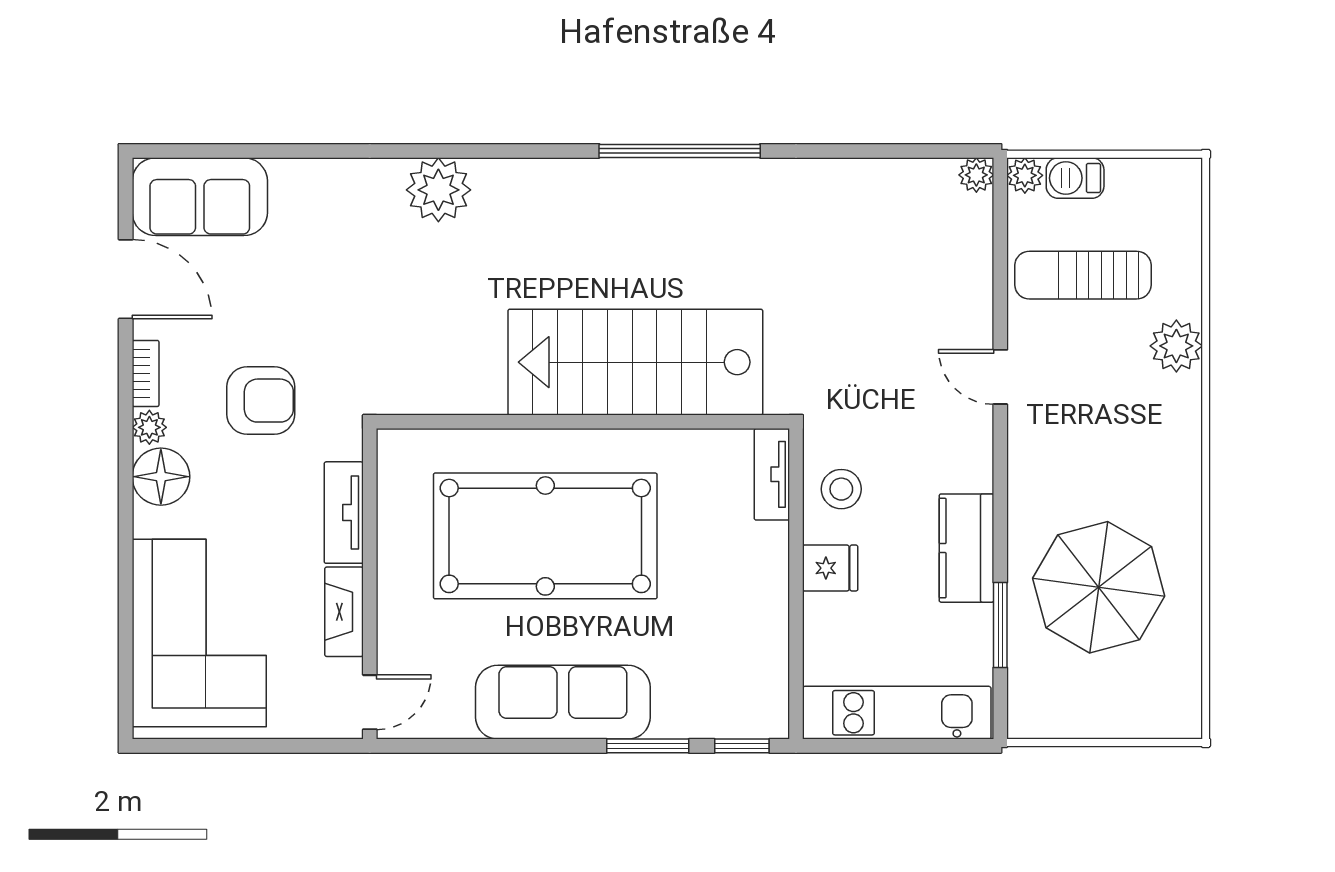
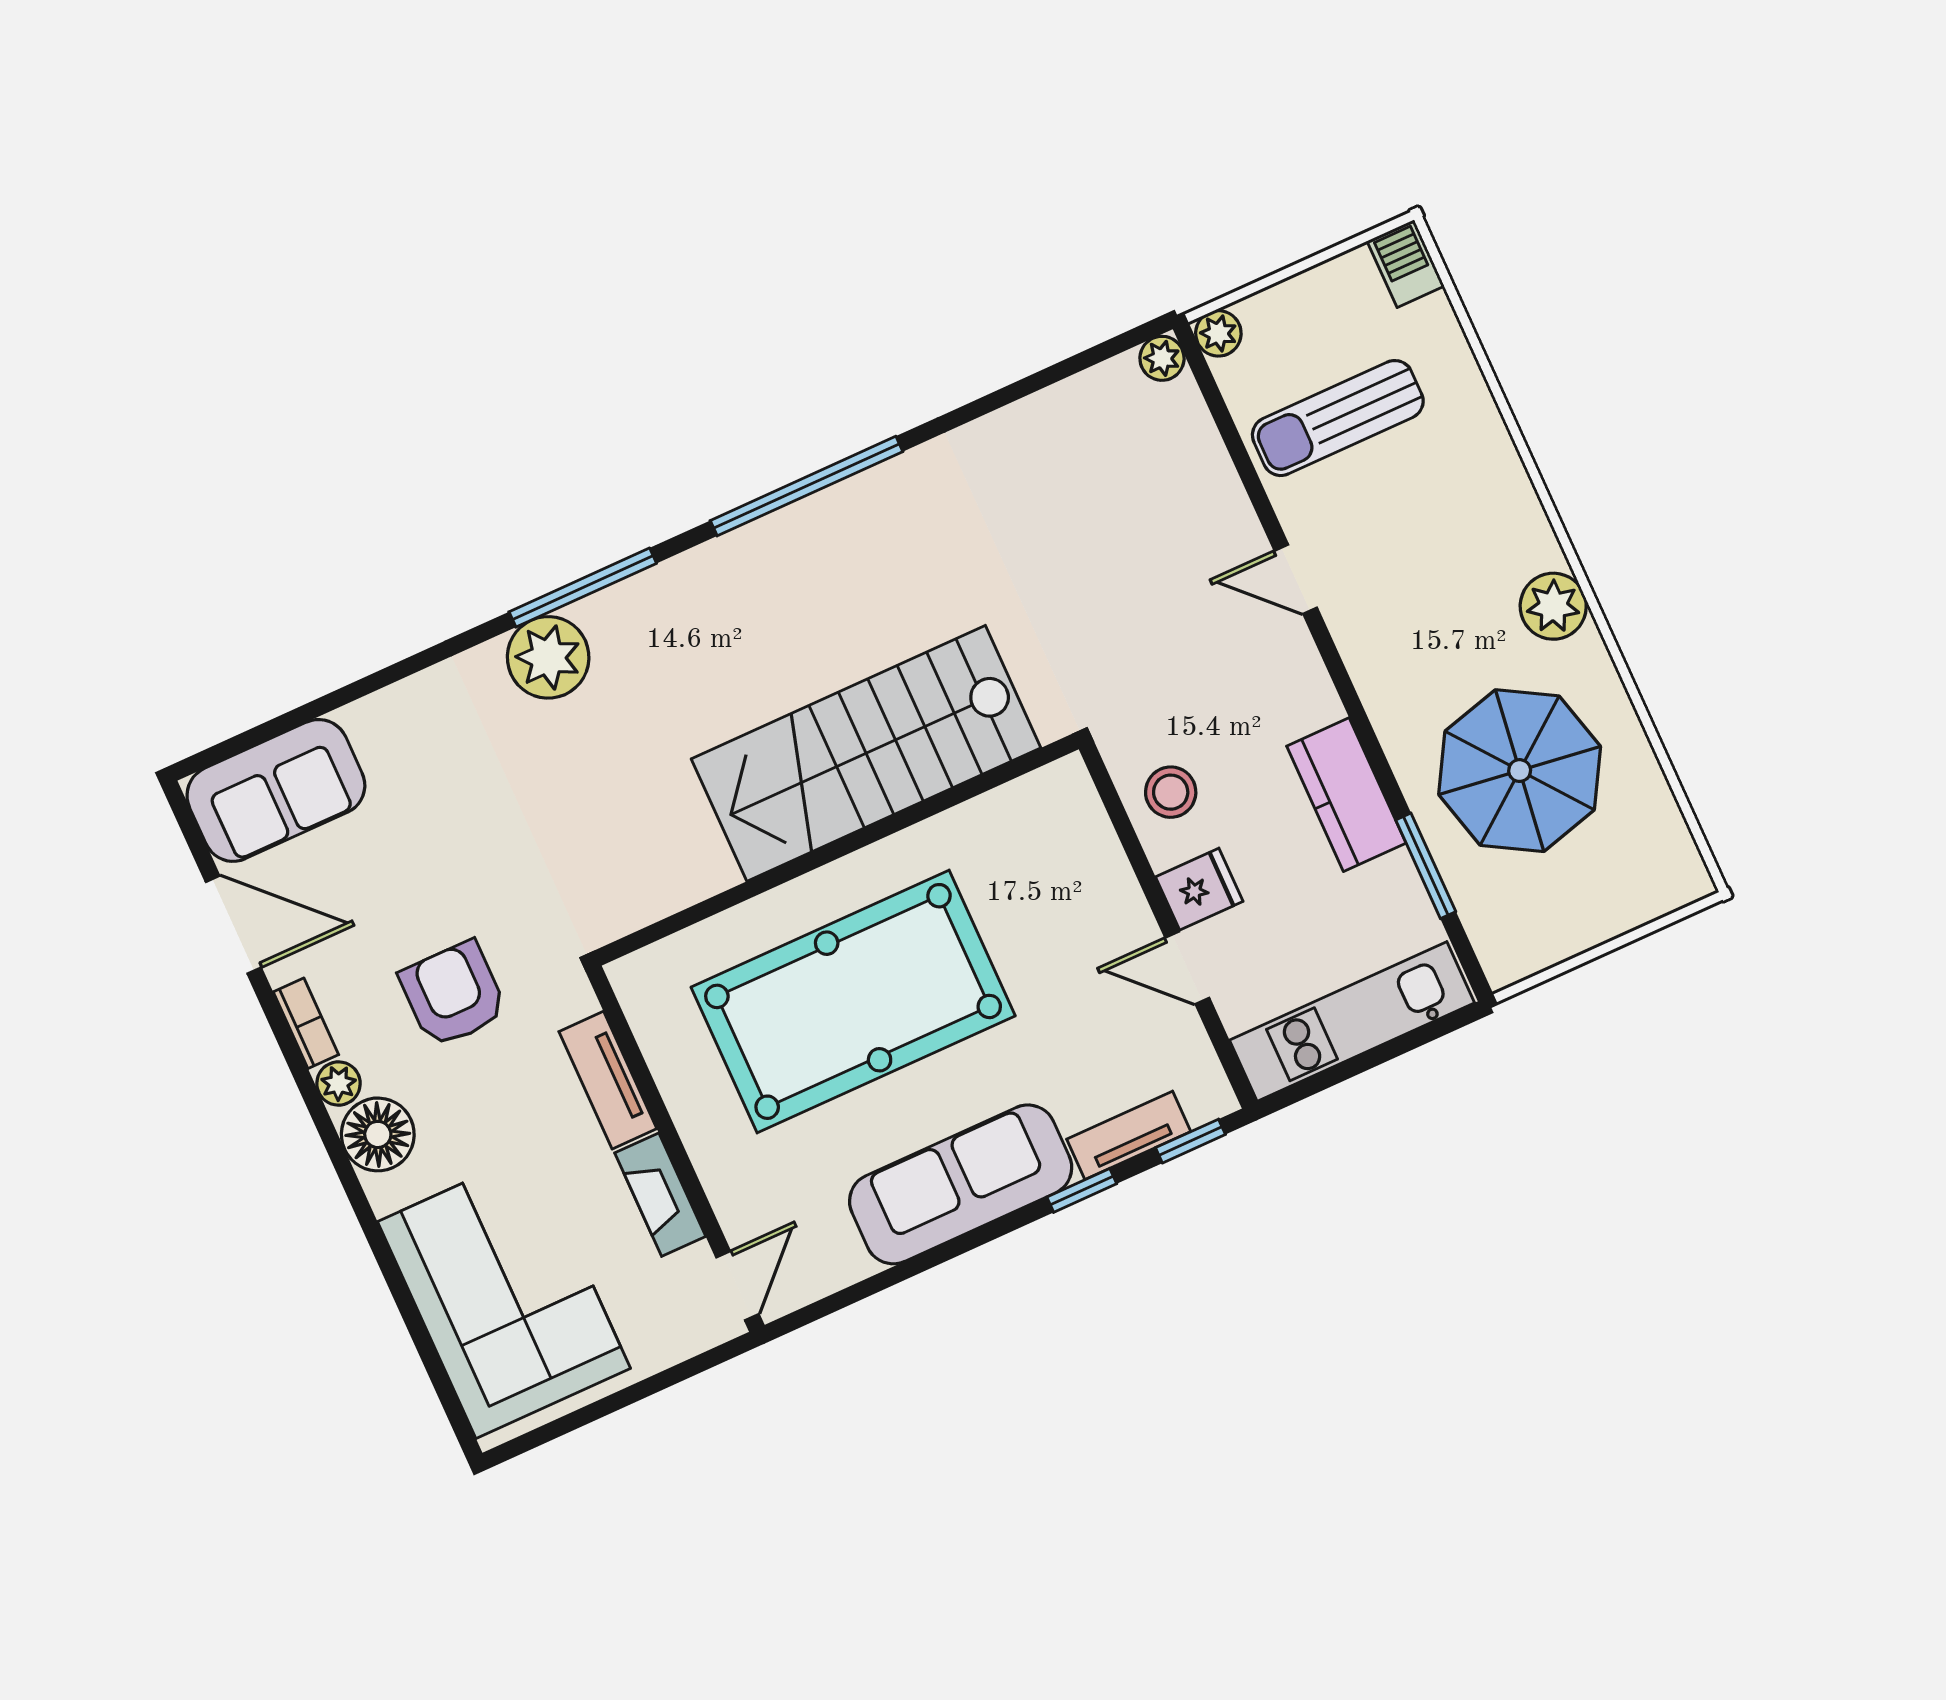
window: (486, 151) -> (583, 588), added
barbecue: (1075, 178) -> (1406, 264), moved, turned 90
plant: (1176, 346) -> (1553, 606), moved
armchair: (261, 401) -> (453, 994), turned -90
tv unit: (772, 474) -> (1129, 1135), moved, turned 90
door: (796, 621) -> (1187, 968), added
window: (648, 746) -> (1082, 1190), width x0.67

